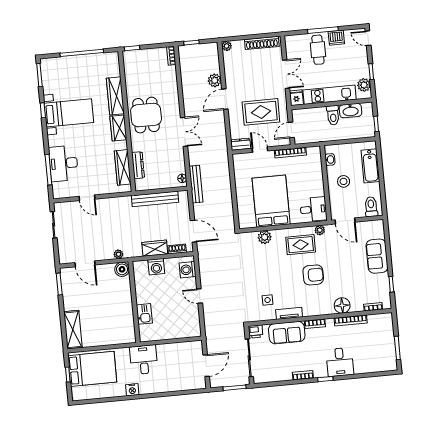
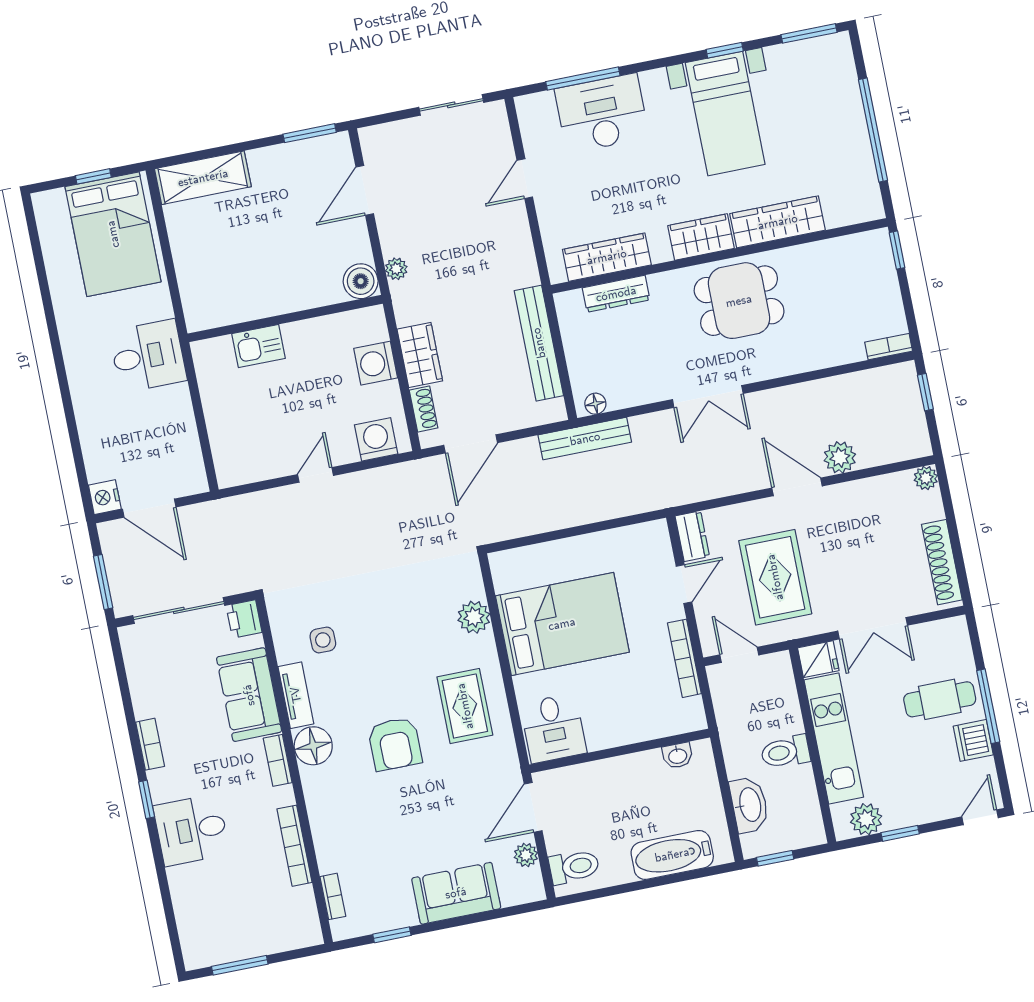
washbasin: (350, 111) -> (749, 805), moved, turned 180
stool: (344, 181) -> (628, 794), removed
plant: (320, 230) -> (526, 855), moved
floor lamp: (342, 305) -> (313, 746), moved
nightstand: (132, 390) -> (105, 497), moved

